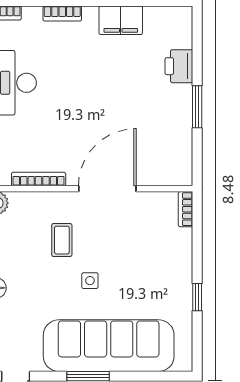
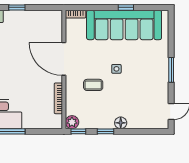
window: (197, 107) -> (17, 7), width x0.67
sofa: (109, 346) -> (124, 25), moved, turned -90

